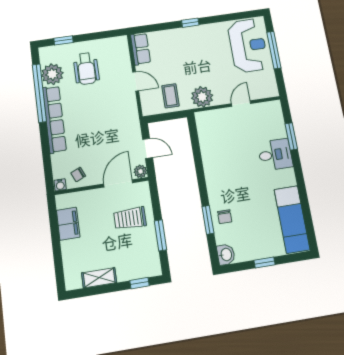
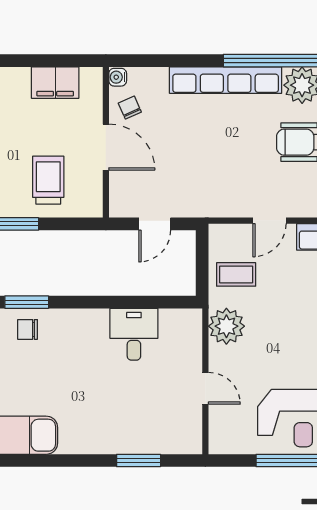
desk: (275, 155) -> (134, 334), moved, turned 180
plant: (140, 171) -> (119, 207), removed
door: (118, 183) -> (106, 147), moved

